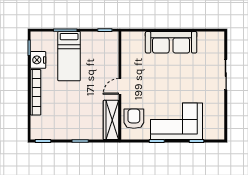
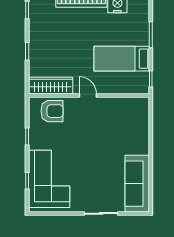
sofa: (171, 42) -> (137, 184), moved
bed: (69, 56) -> (122, 59), moved
corner sofa: (176, 121) -> (49, 179), moved

